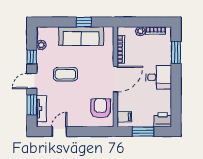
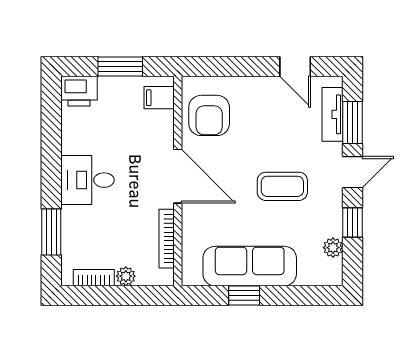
door: (115, 79) -> (178, 176), swing flipped
door: (59, 132) -> (295, 67), hinge flipped

